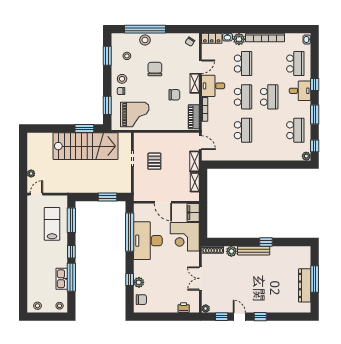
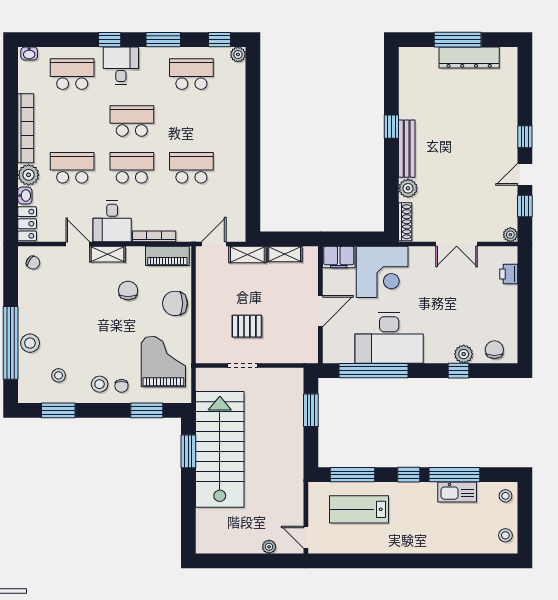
chair: (155, 69) -> (175, 303), moved

